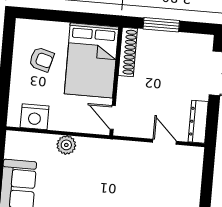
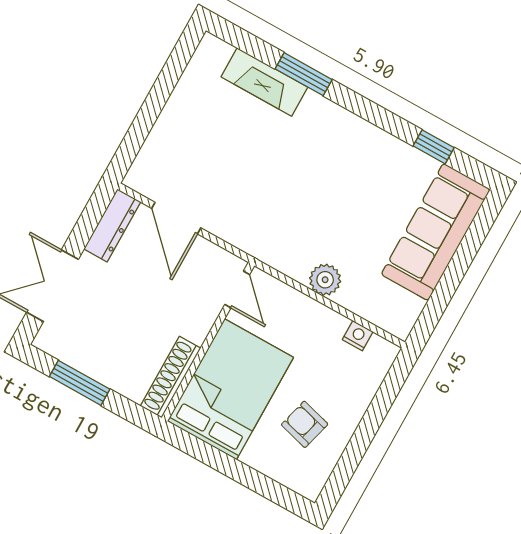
window: (161, 25) -> (80, 383), moved
nightstand: (35, 117) -> (358, 336), width x0.53, depth x0.56
door: (164, 142) -> (176, 218), width x1.38

